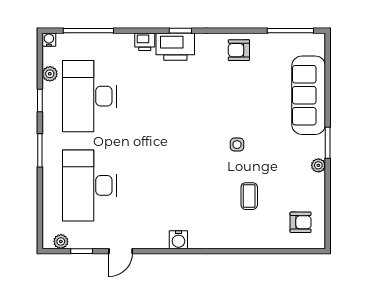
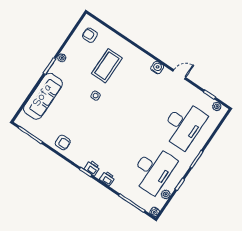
printer: (175, 47) -> (92, 168), width x0.53, depth x0.68
coffee table: (249, 196) -> (107, 66), width x1.86, depth x1.72
door: (121, 251) -> (179, 74), moved

